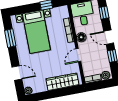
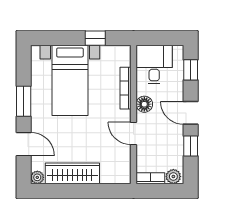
window: (10, 38) -> (24, 101), moved
door: (78, 55) -> (134, 133), hinge flipped
wardrobe: (62, 82) -> (72, 173), moved

